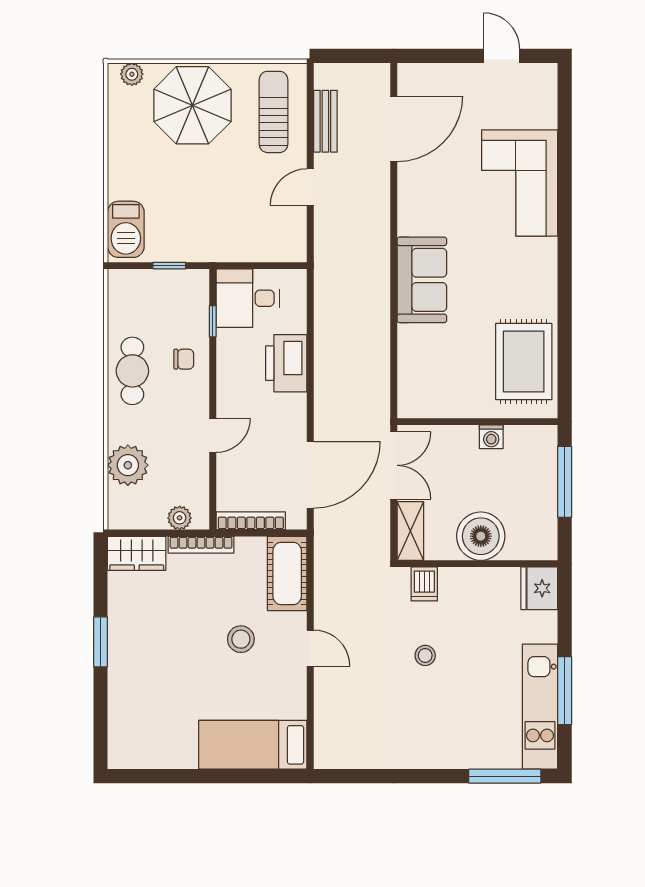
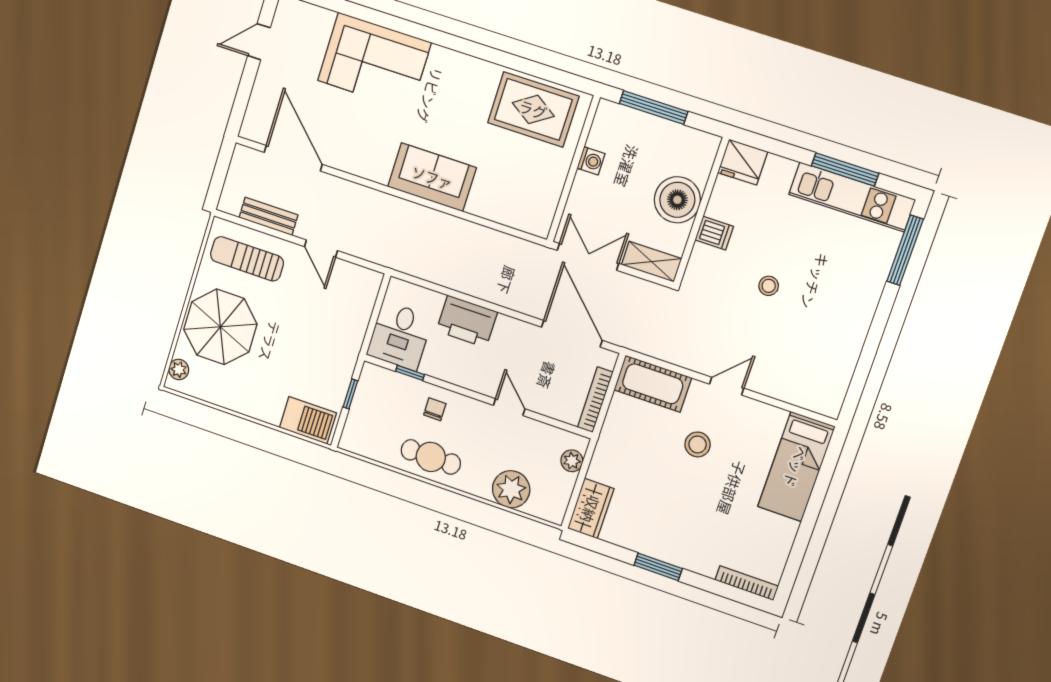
bookcase: (201, 545) -> (747, 583), moved, turned -90
dishwasher: (424, 584) -> (714, 233), moved

